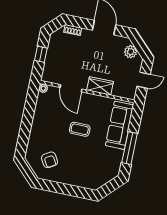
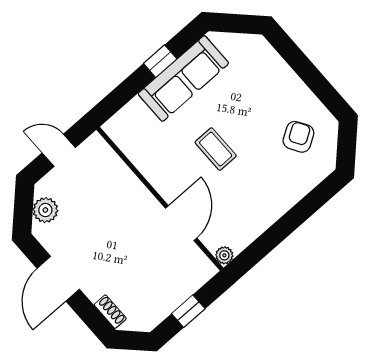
wardrobe: (100, 86) -> (133, 193), removed
sofa: (119, 125) -> (183, 78), moved
window: (130, 148) -> (160, 61), width x0.46

